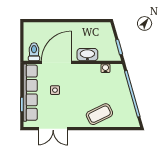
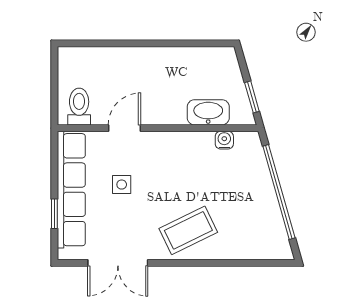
washbasin: (87, 55) -> (208, 112), moved
door: (56, 62) -> (124, 128), width x0.53
coffee table: (99, 114) -> (188, 230), moved

